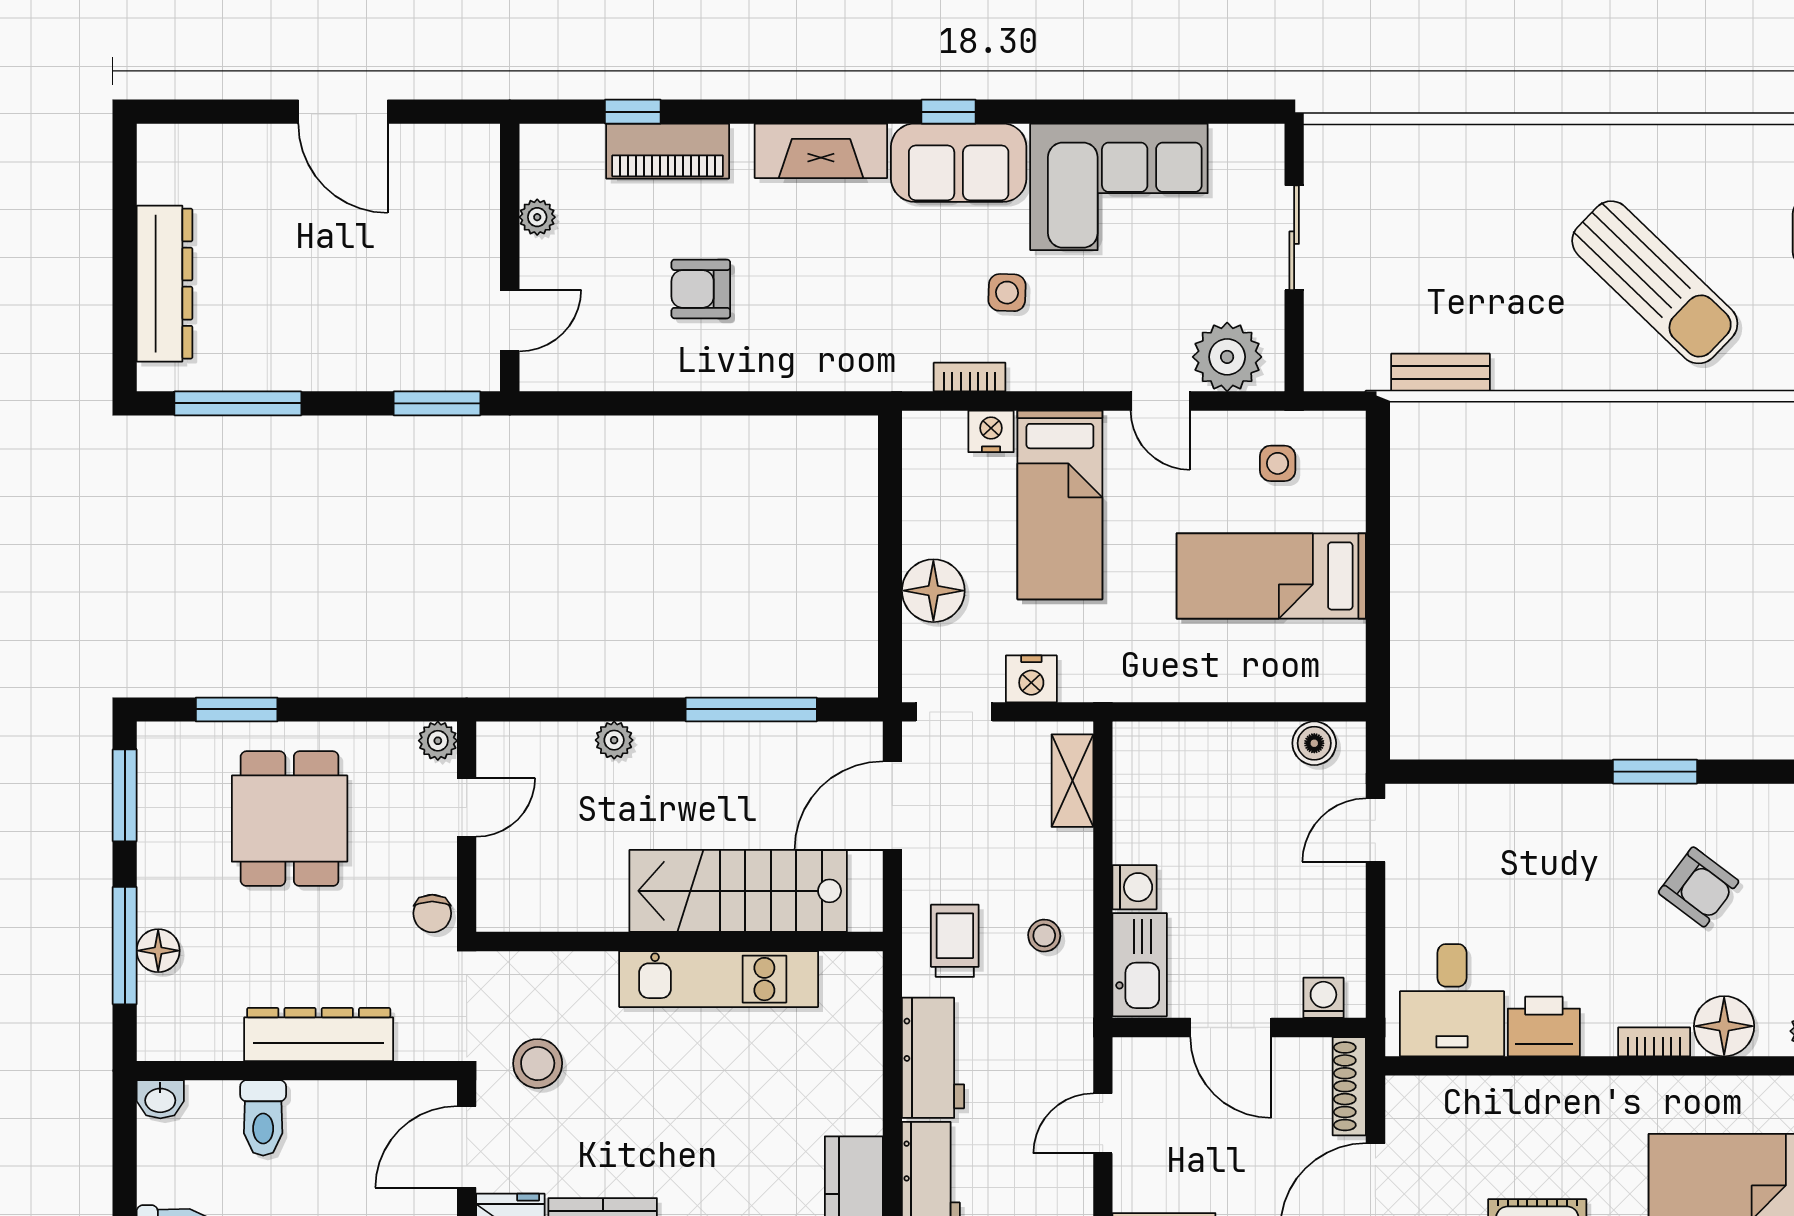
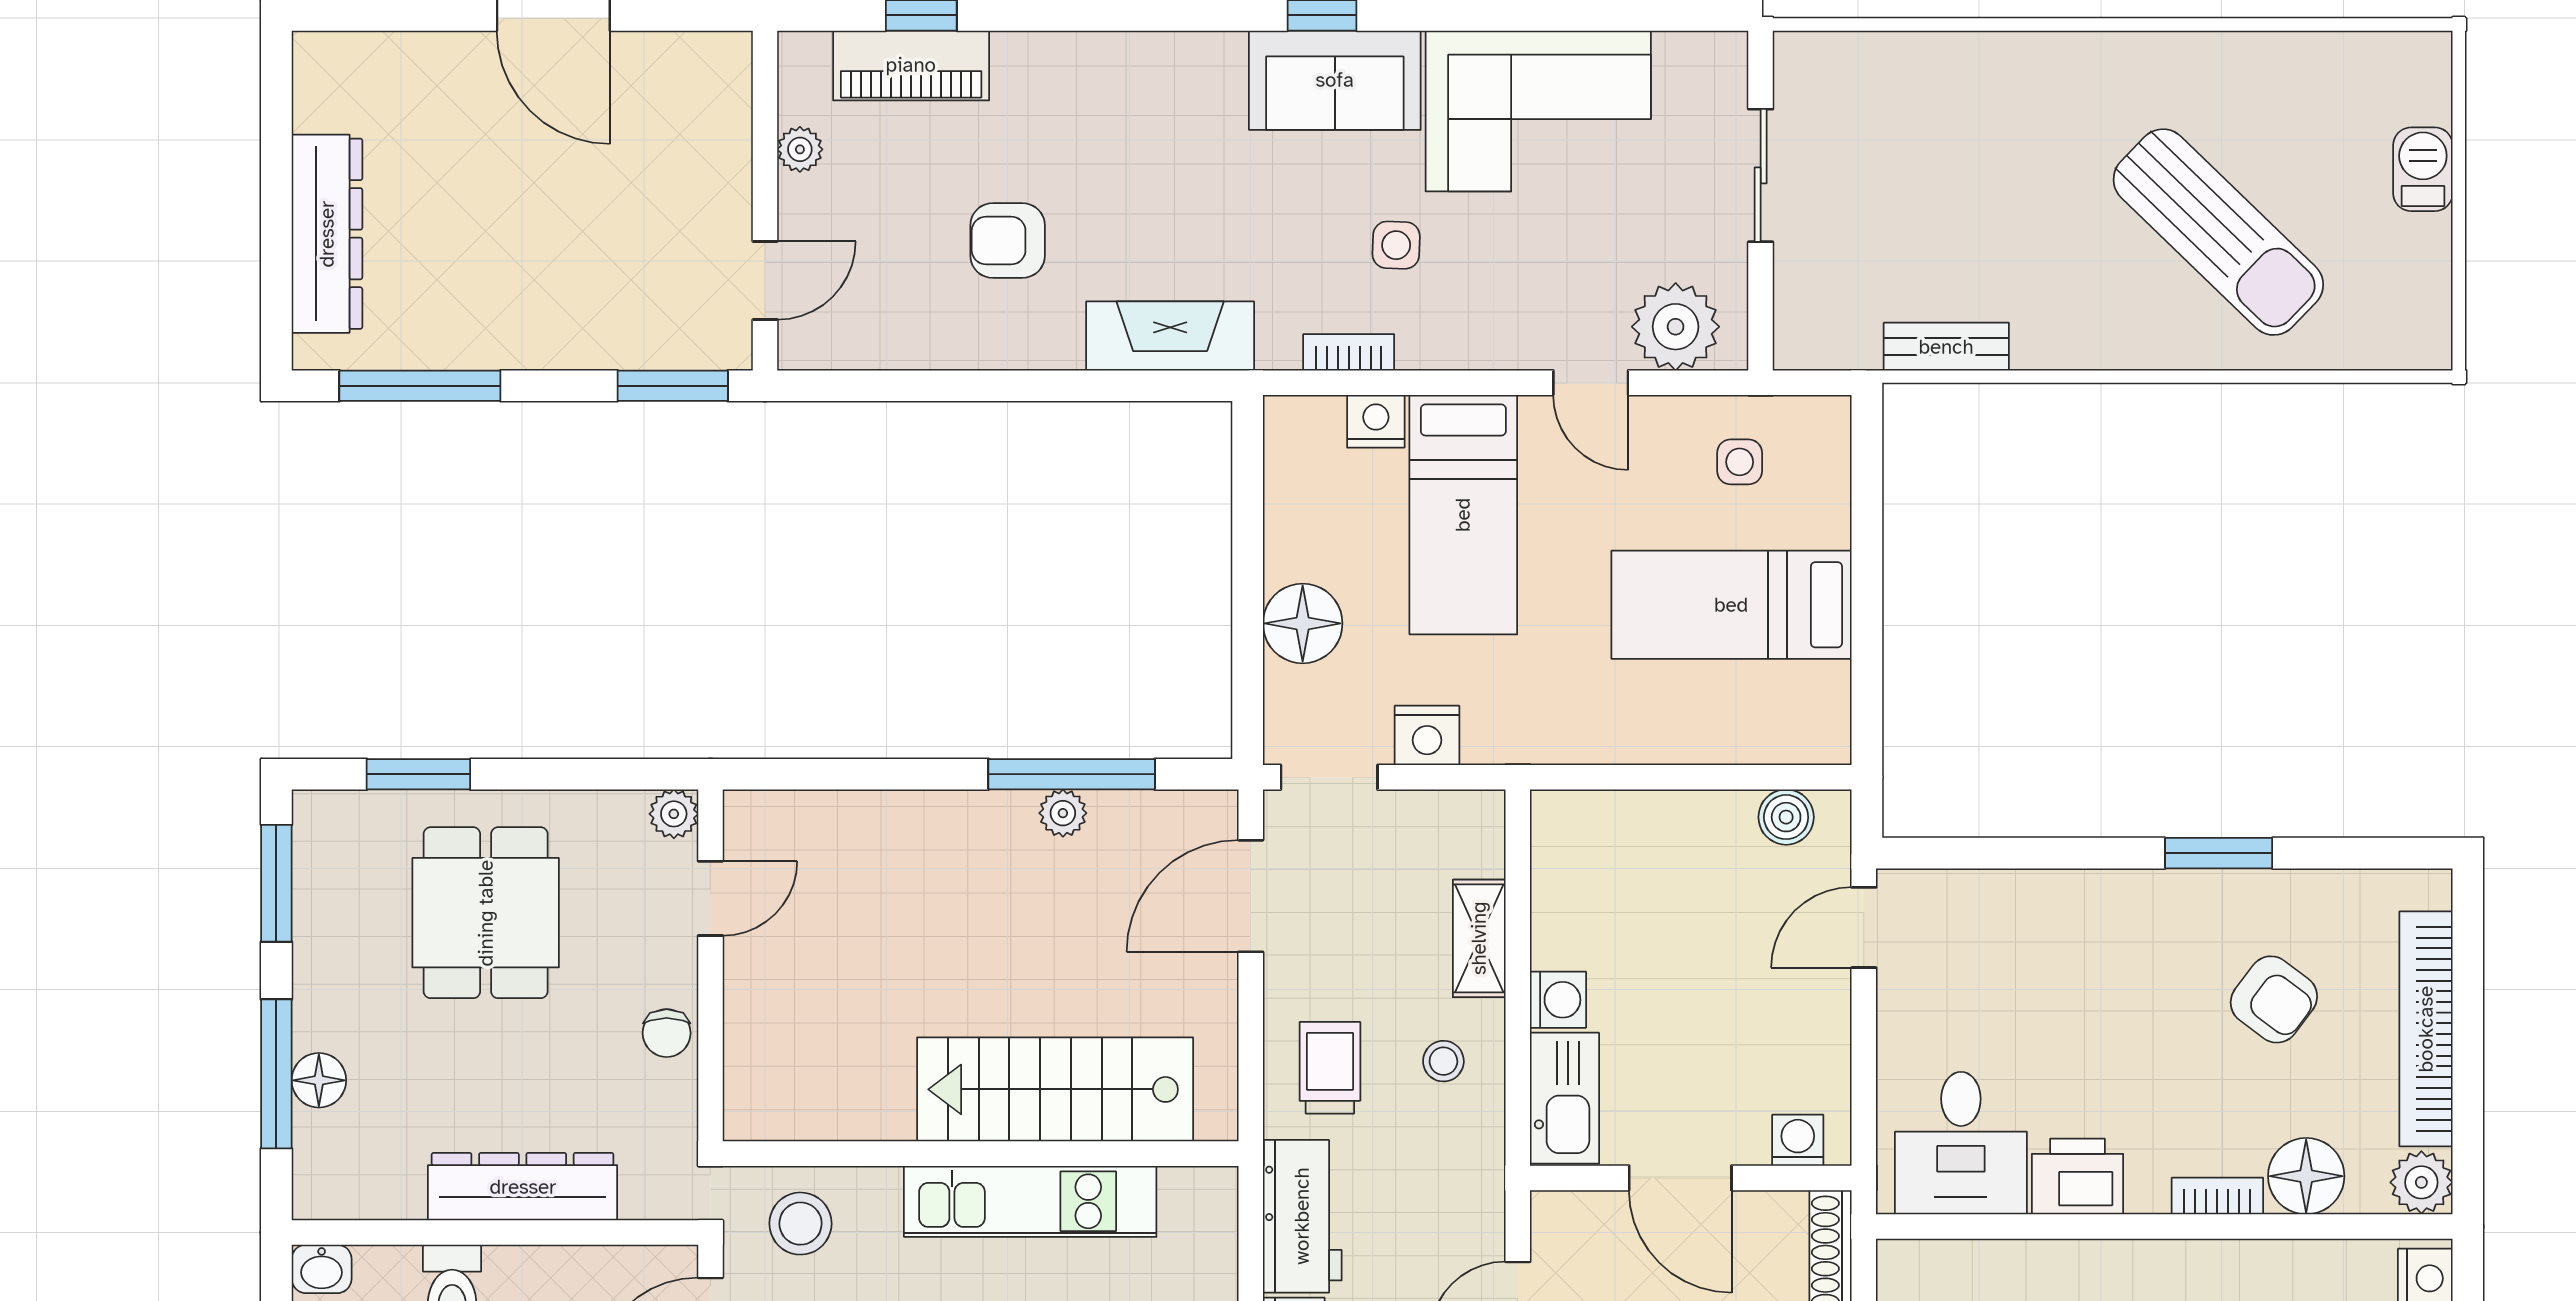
piano: (668, 151) -> (911, 65), moved
fireplace: (821, 151) -> (1170, 336), moved, turned 180
plant: (614, 740) -> (1063, 813), moved
shelving: (1072, 781) -> (1479, 938), moved
stairs: (738, 891) -> (1055, 1089), moved
wall: (680, 941) -> (981, 1154), moved
kitchen unit: (719, 979) -> (1030, 1201), moved

